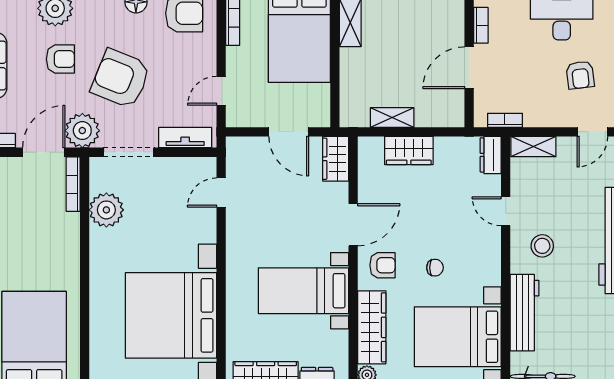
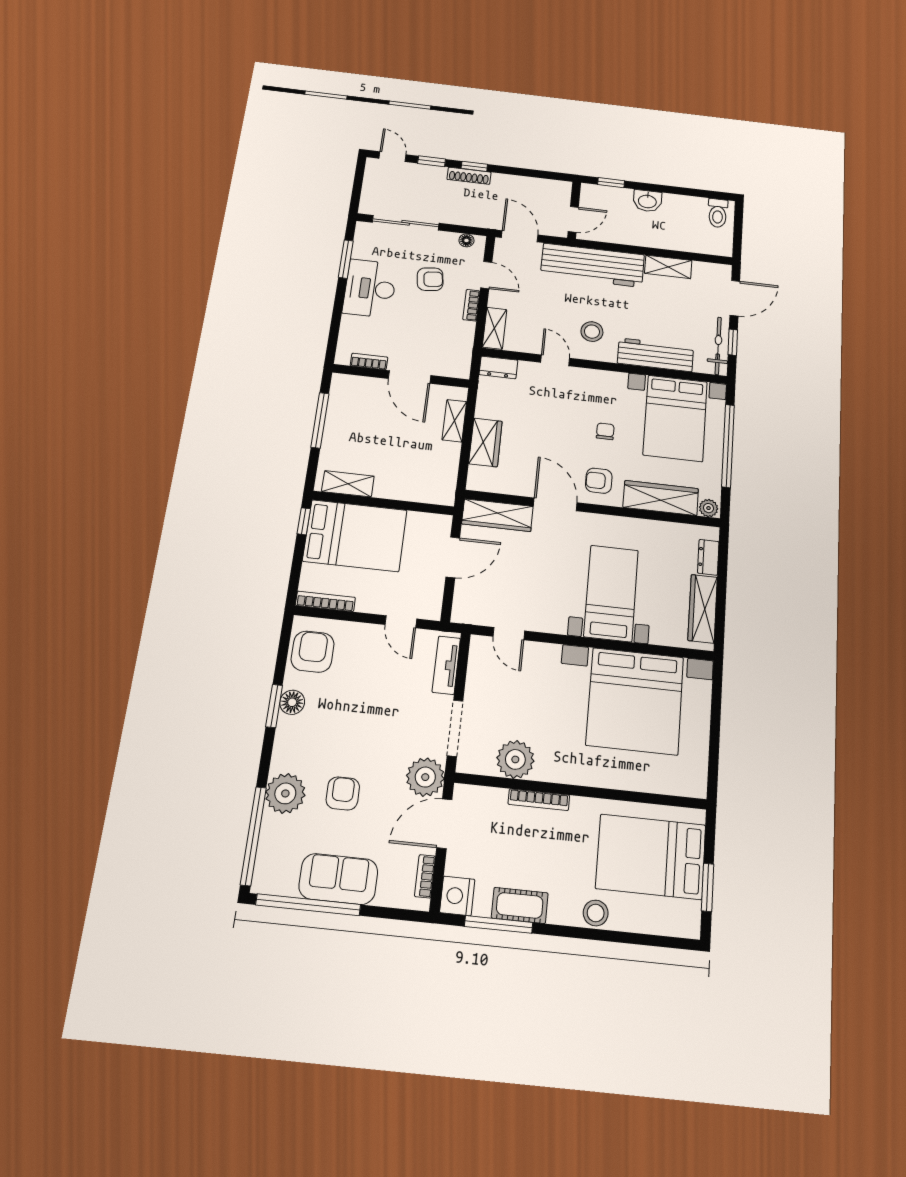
armchair: (121, 79) -> (374, 728), removed
shelving: (392, 117) -> (454, 421), moved
bookcase: (505, 120) -> (471, 305), moved
door: (44, 152) -> (444, 824), hinge flipped
wardrobe: (336, 159) -> (497, 515), width x1.50
bookcase: (73, 184) -> (539, 800), moved
door: (506, 211) -> (555, 360), swing flipped
armchair: (382, 265) -> (599, 481), turned -90
bed with nightstands: (303, 291) -> (611, 593), moved, turned 180

